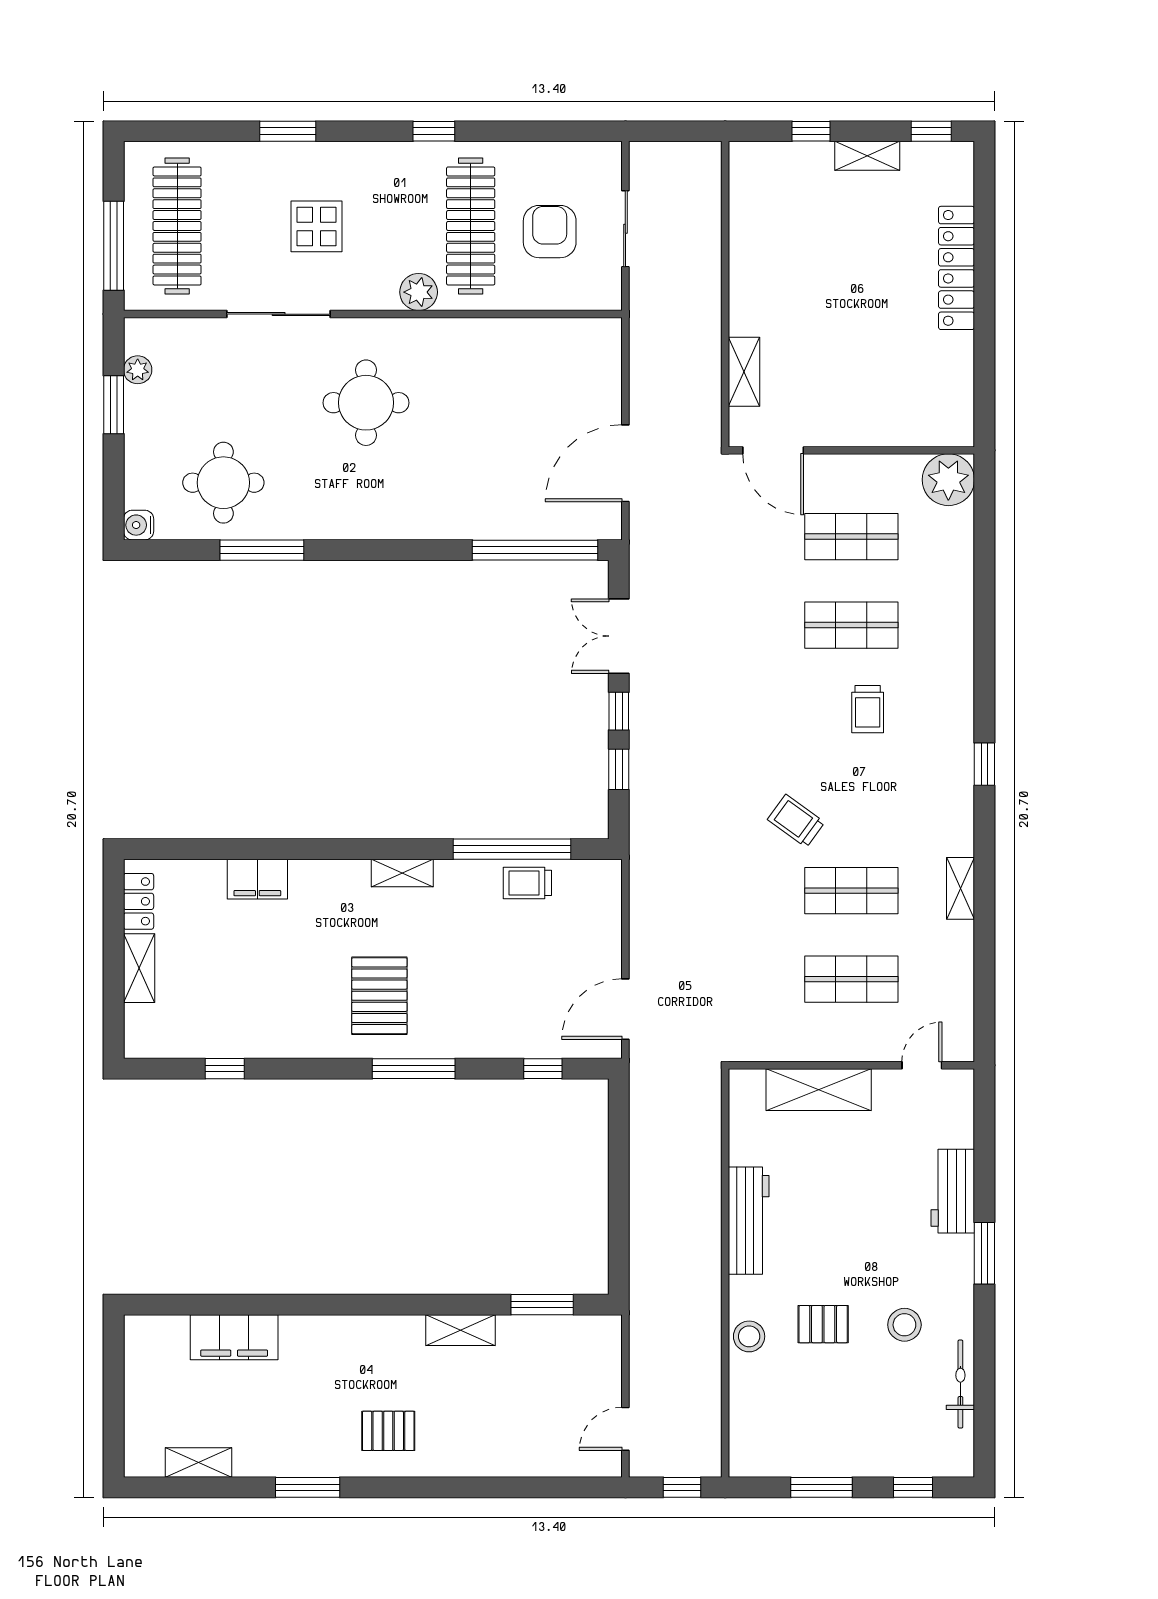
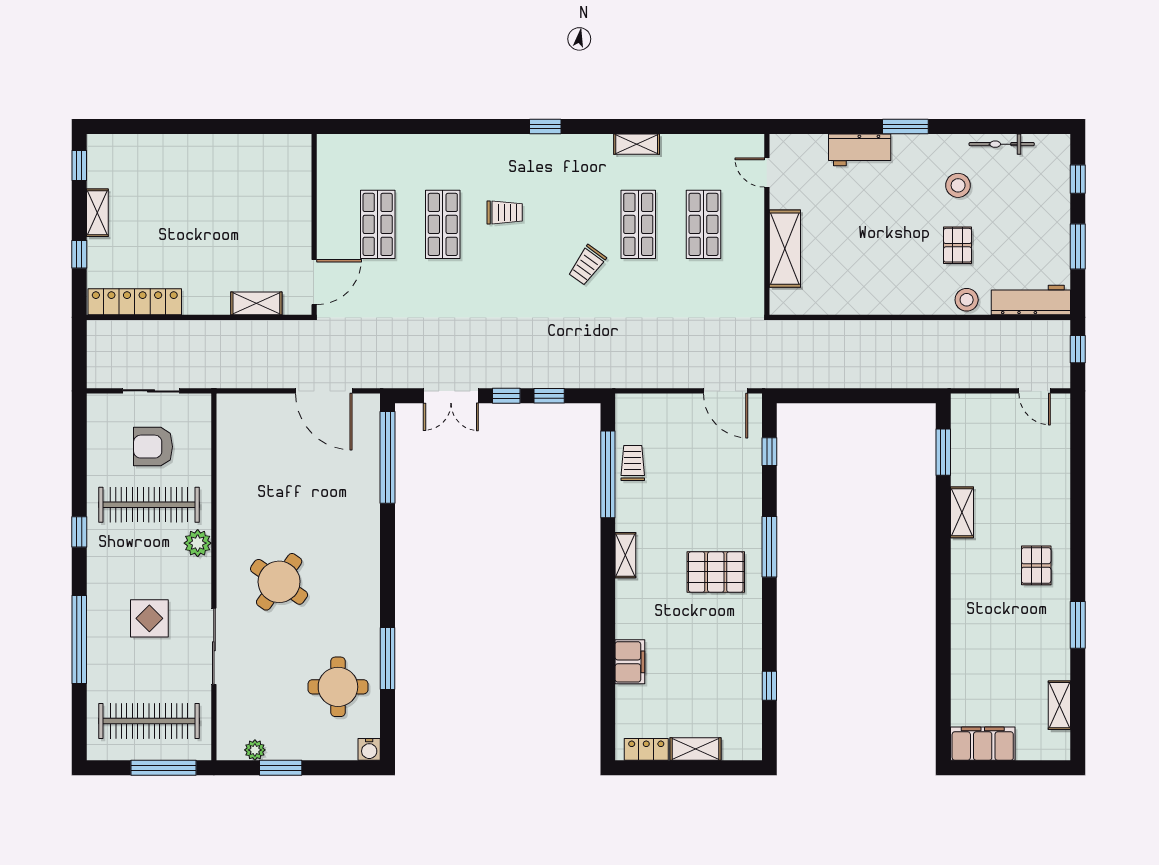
window: (288, 131) -> (79, 639), width x2.11
locker: (956, 268) -> (135, 302), moved, turned 180
round table: (366, 403) -> (279, 582), turned 35
plant: (948, 480) -> (336, 153), removed
trolley: (527, 883) -> (633, 463), turned 180
workbench: (749, 1221) -> (1031, 300), moved
filing cabinet: (234, 1337) -> (983, 744), moved, turned -90

